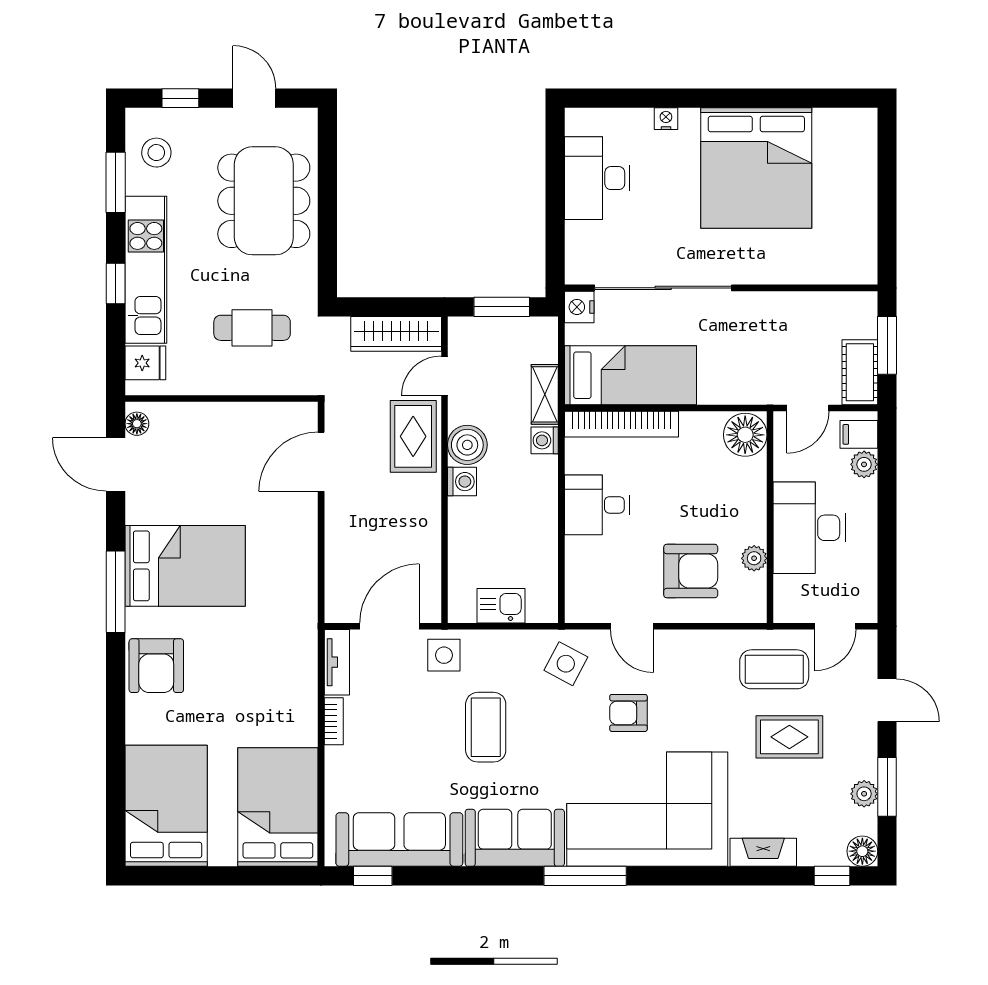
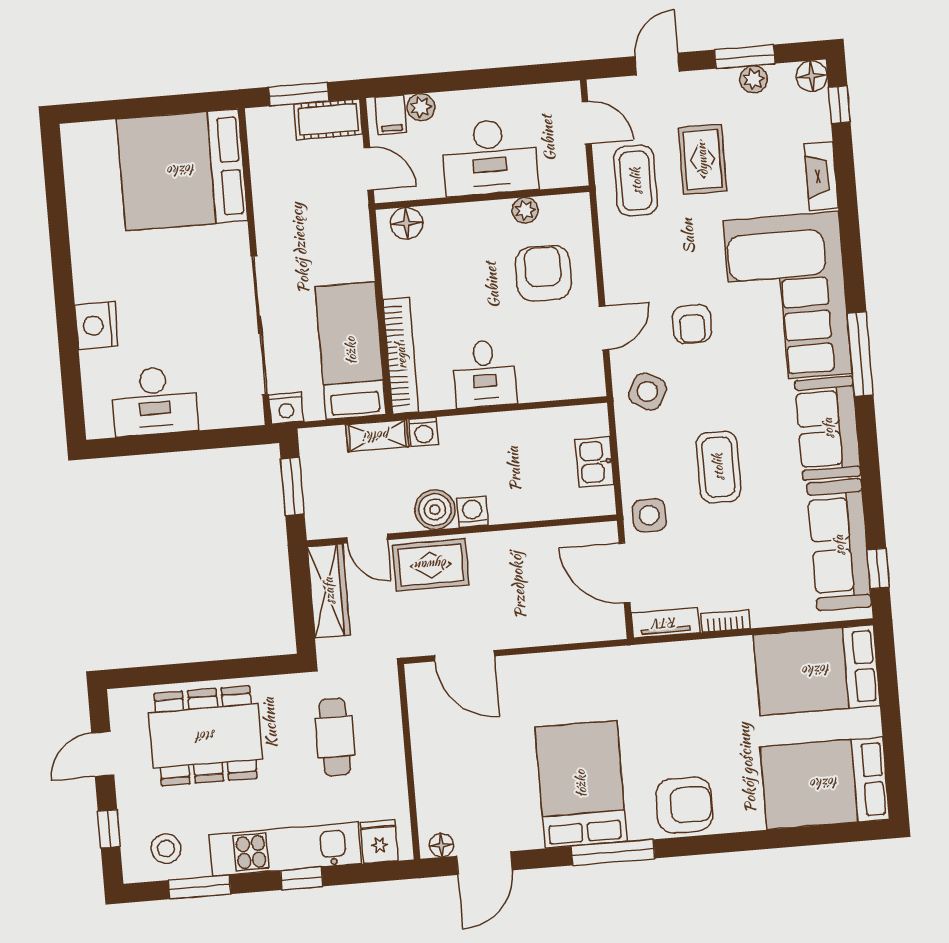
nightstand: (666, 119) -> (96, 325), width x1.89, depth x1.79
bed: (756, 168) -> (182, 170), moved, turned 180
floor lamp: (745, 435) -> (407, 223), width x0.73, depth x0.73
coffee table: (486, 727) -> (718, 467), turned 90

